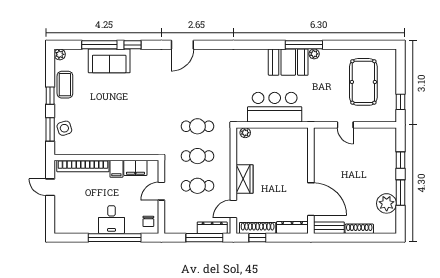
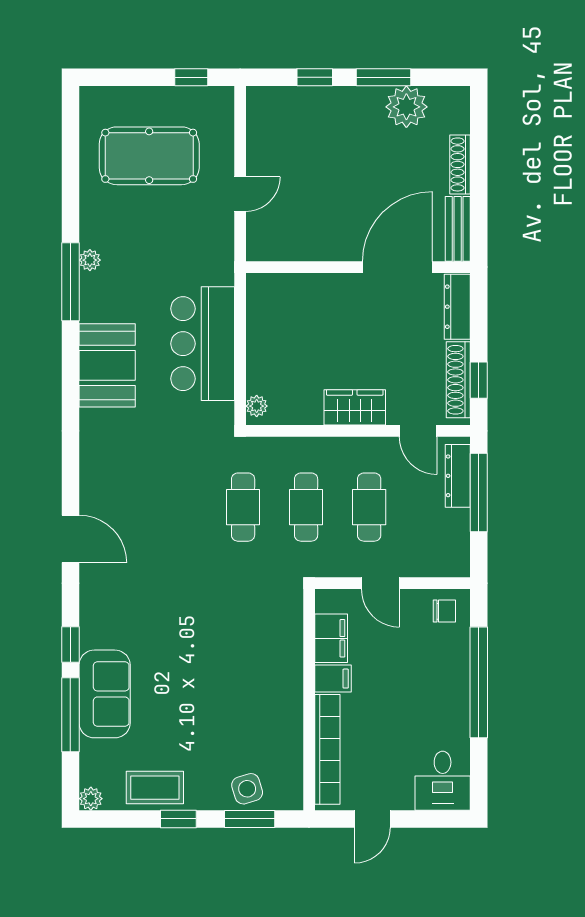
booth: (288, 62) -> (107, 365), moved
desk: (111, 220) -> (443, 781), moved, turned 90

